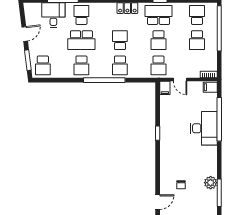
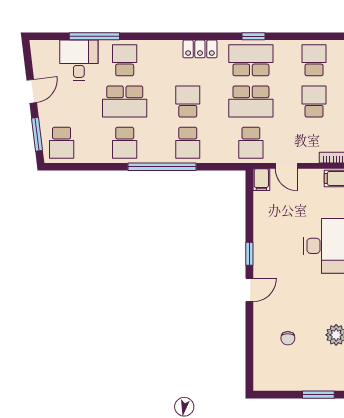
school desk: (158, 40) -> (251, 102), width x1.85
school desk: (197, 40) -> (314, 102), turned 180
door: (158, 202) -> (249, 290), moved

